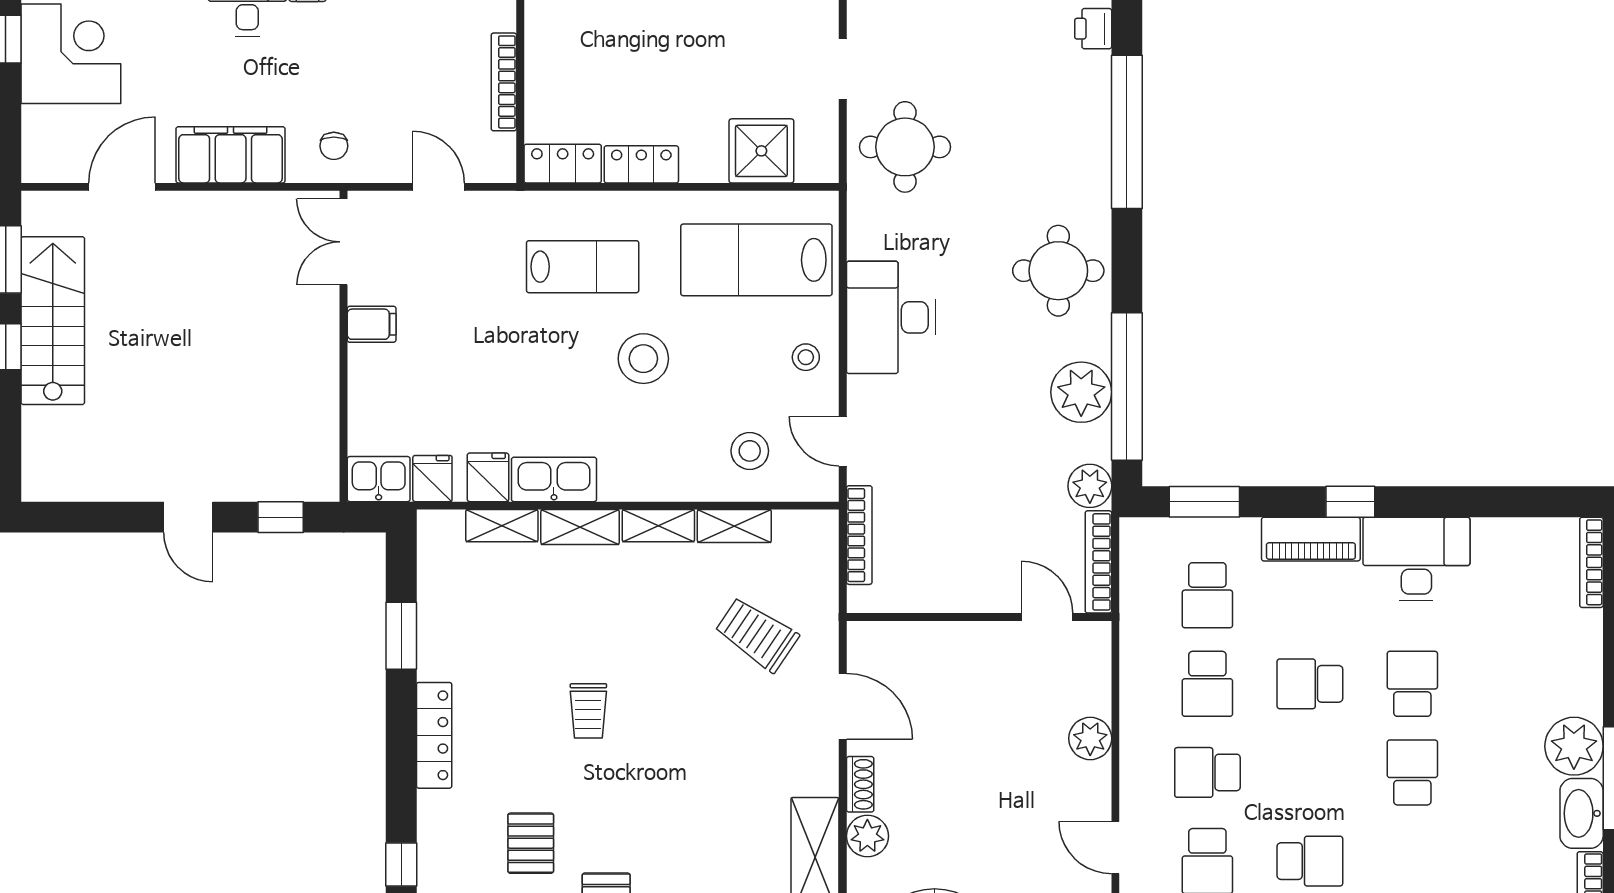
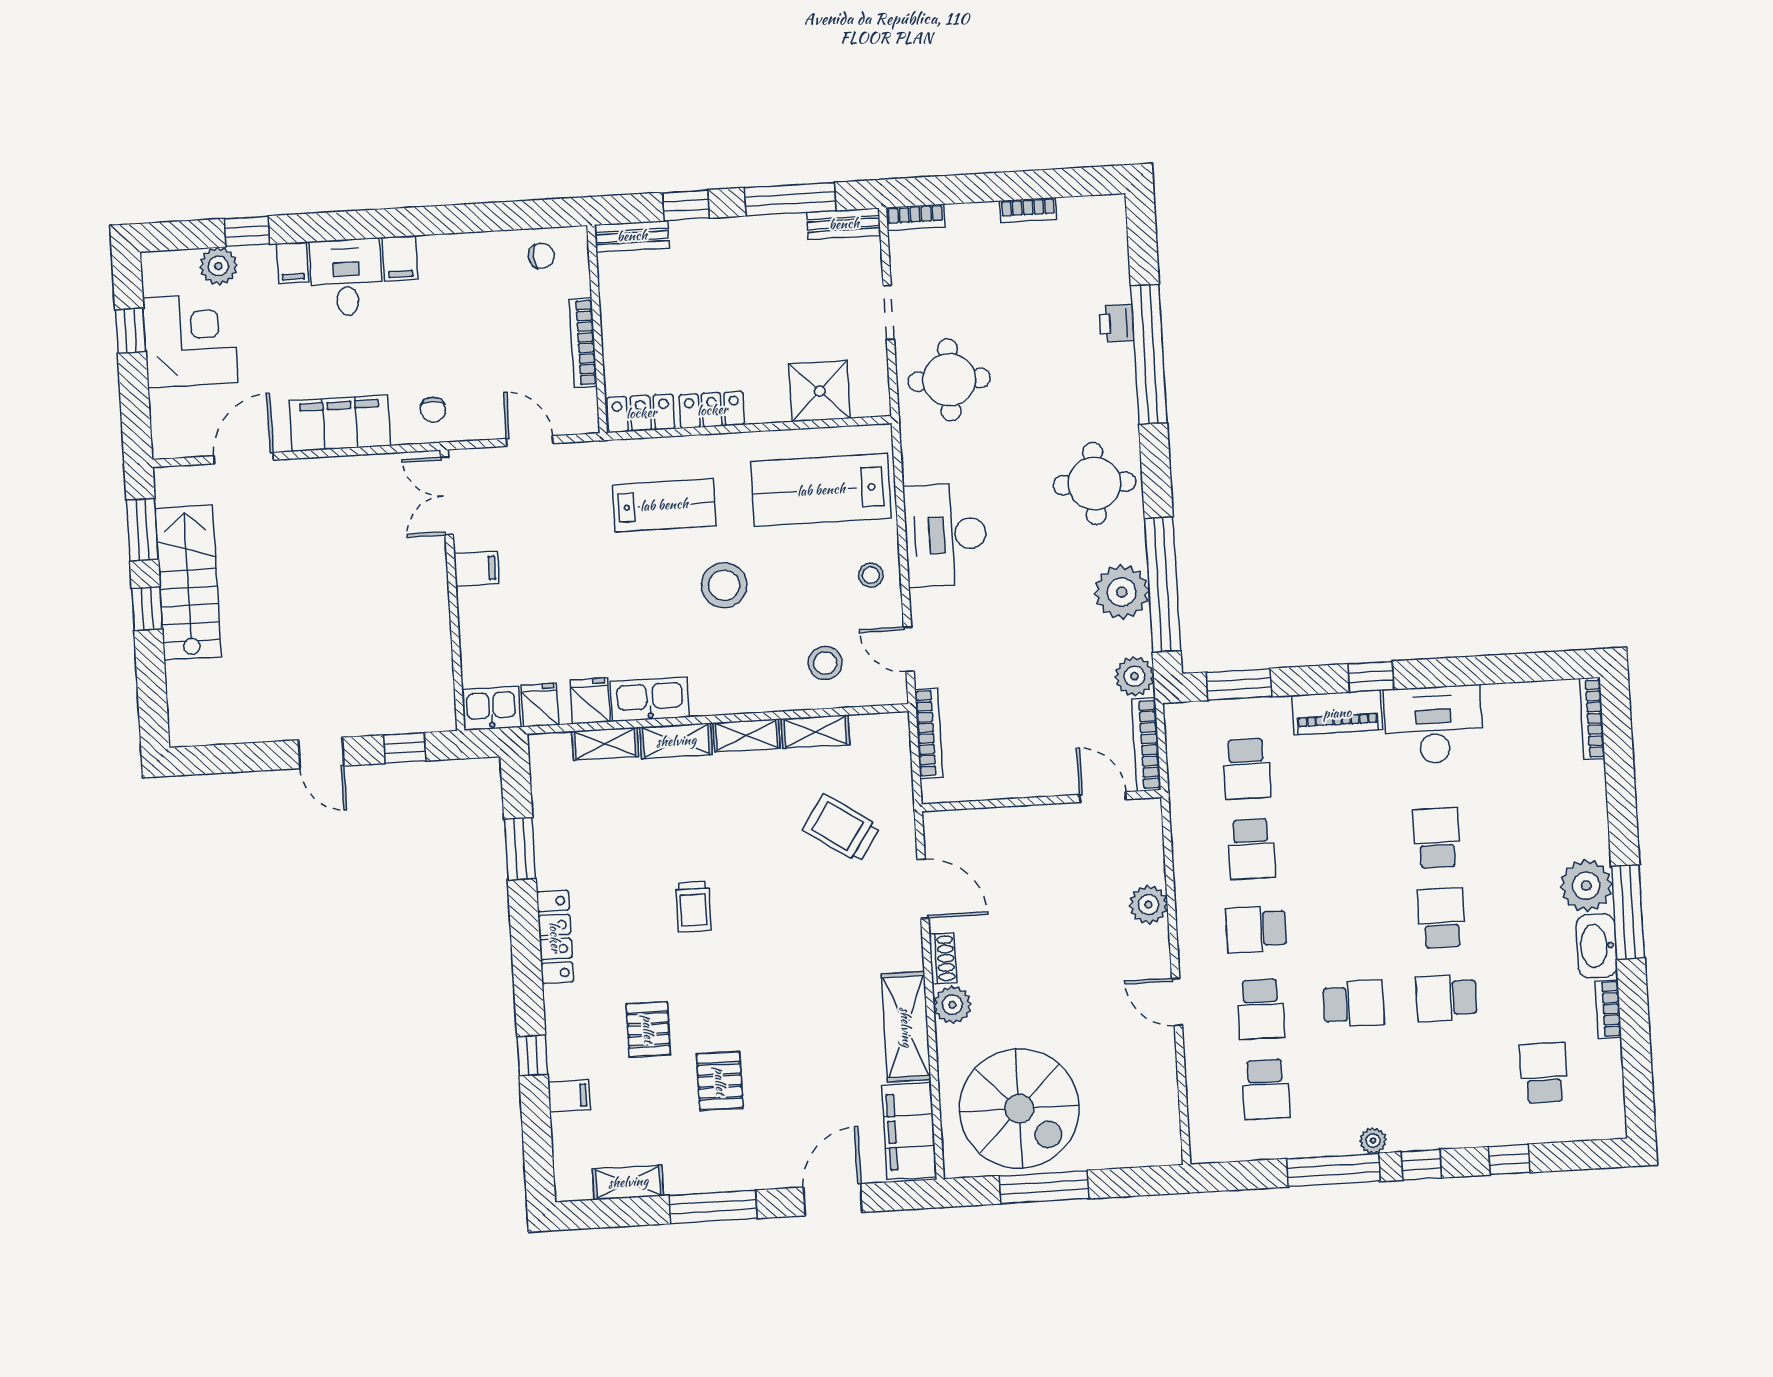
printer: (1093, 29) -> (1117, 323), moved
school desk: (1310, 684) -> (1446, 998), moved

